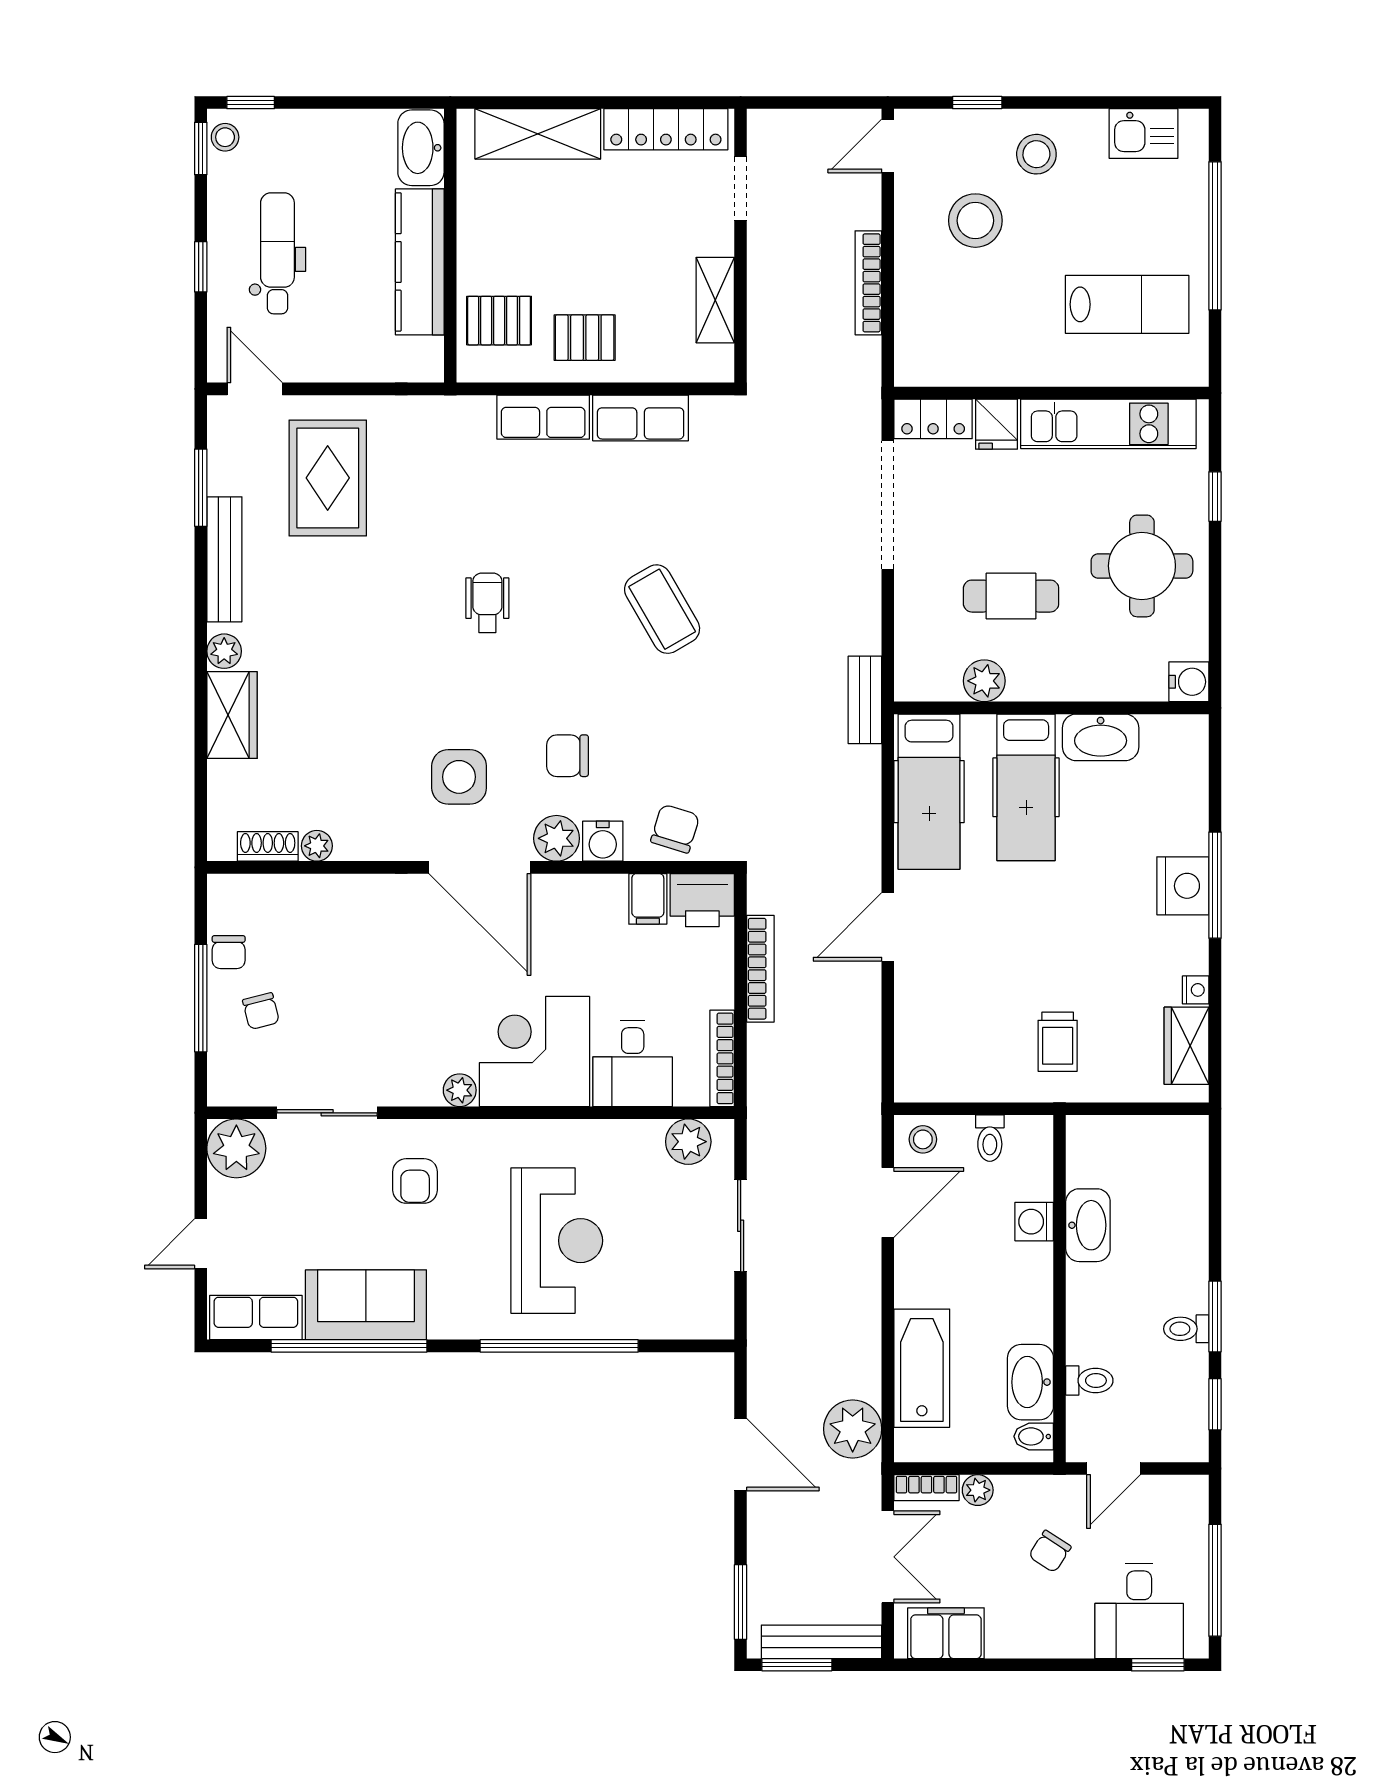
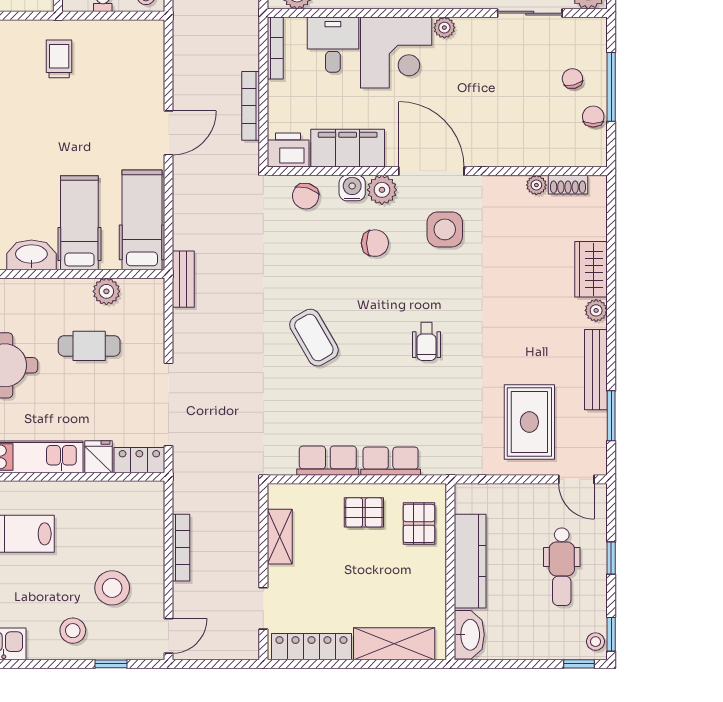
pallet: (499, 321) -> (419, 523), turned 90
filing cabinet: (648, 899) -> (348, 148), width x3.00, depth x1.17

